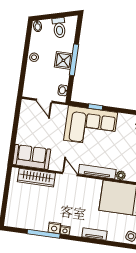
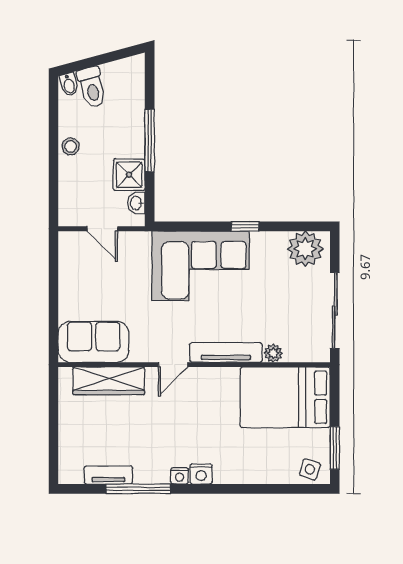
toilet: (59, 28) -> (92, 87), moved
shower: (63, 60) -> (129, 175), moved
window: (95, 107) -> (245, 226), moved
door: (70, 174) -> (173, 365), swing flipped
nightstand: (54, 228) -> (201, 474), moved
tv unit: (94, 234) -> (108, 475), moved

